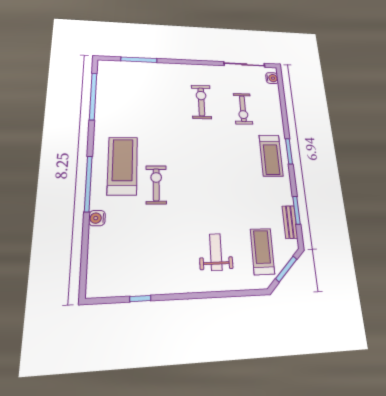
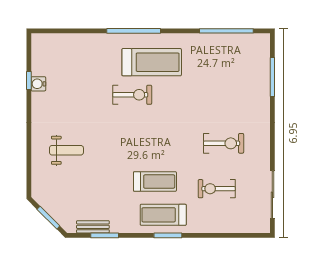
water cooler: (272, 78) -> (256, 226), removed
water cooler: (97, 218) -> (38, 84), moved, turned -90
treadmill: (262, 251) -> (155, 182), moved

